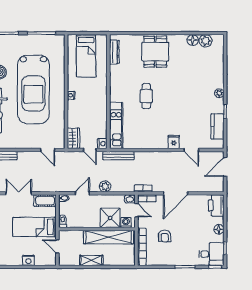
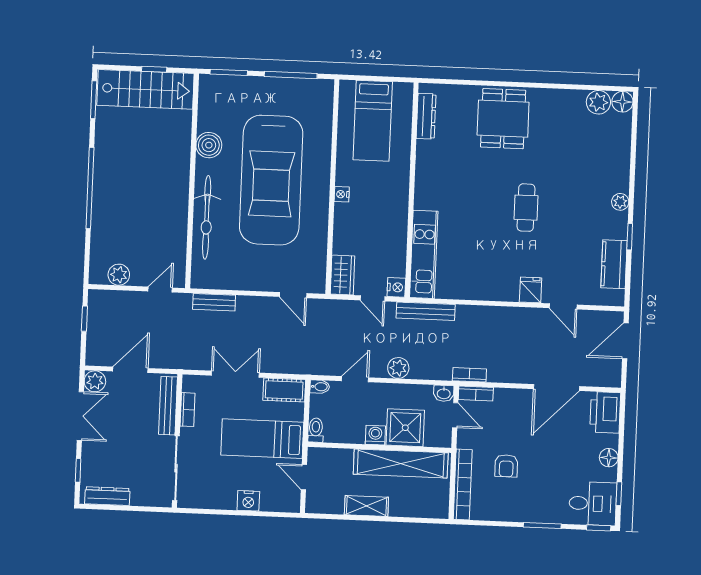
floor lamp: (193, 40) -> (622, 102), moved
cafe table: (146, 96) -> (526, 208), moved
door: (176, 193) -> (556, 388), moved
washing machine: (126, 223) -> (375, 435), moved

